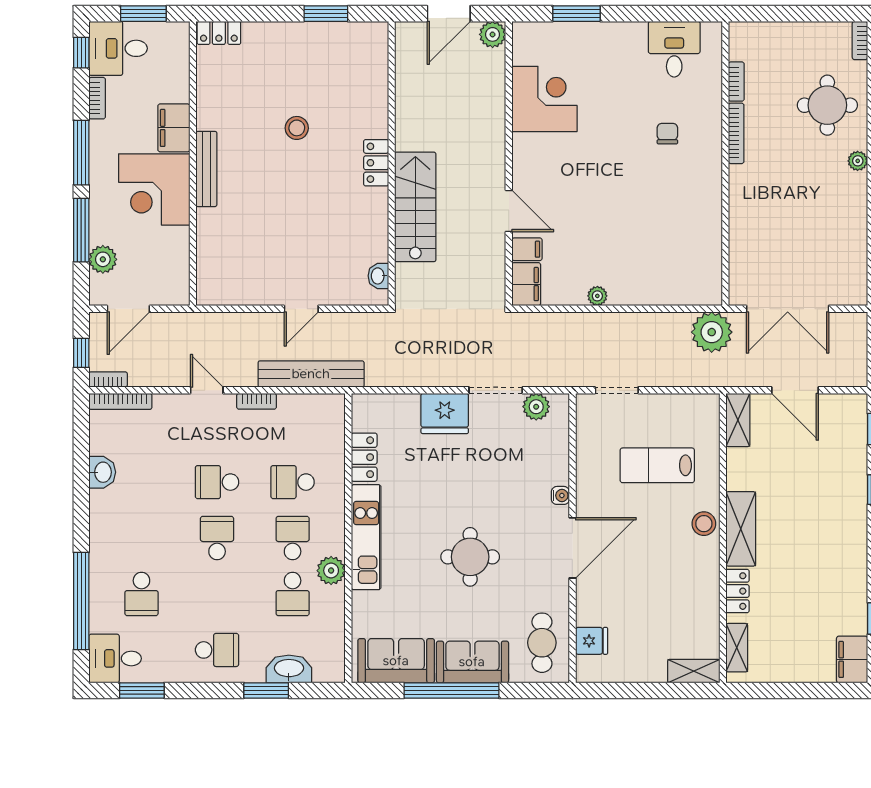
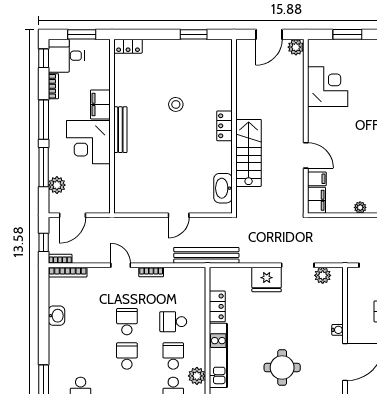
washbasin: (378, 276) -> (223, 188), width x1.91, depth x1.45
bench: (311, 374) -> (206, 255), moved
school desk: (217, 482) -> (127, 322), turned 90

